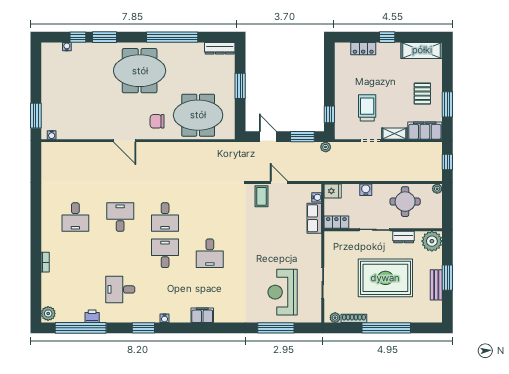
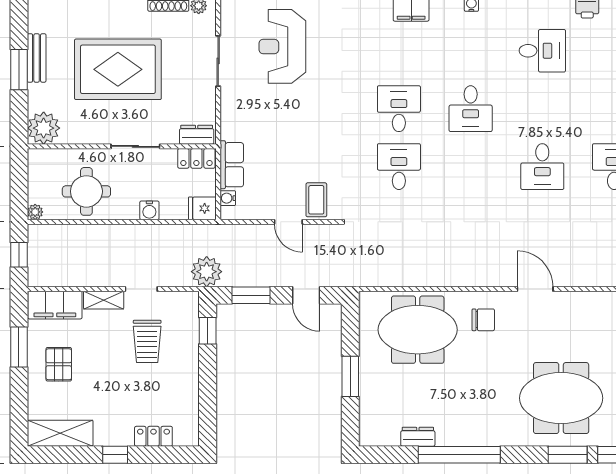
dresser: (220, 48) -> (418, 437), moved, width x0.70
meeting table: (140, 71) -> (561, 398), moved
plant: (326, 147) -> (207, 272), width x1.88, depth x1.88
desk: (165, 217) -> (399, 167), moved
dresser: (404, 237) -> (197, 135), moved
reception desk: (283, 292) -> (282, 46), turned 180

